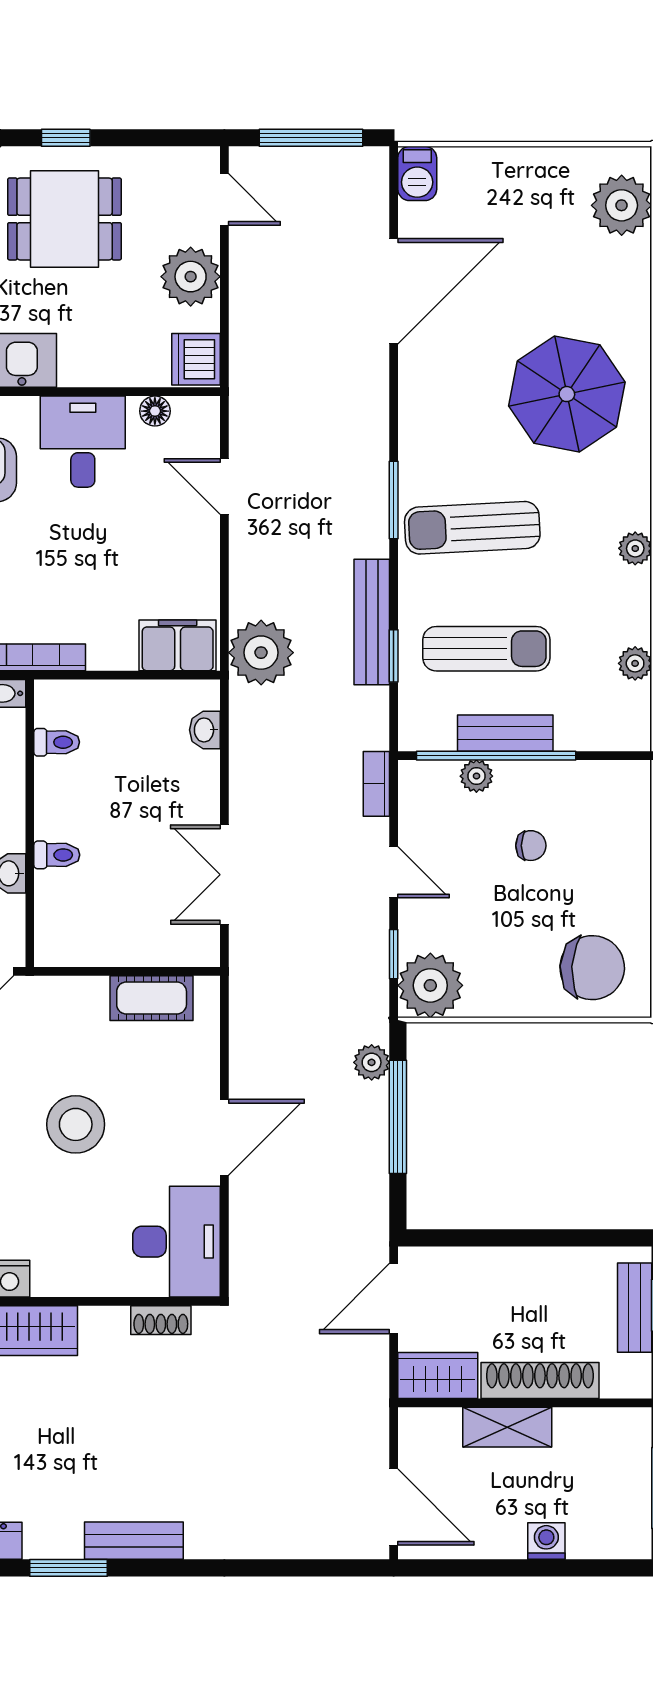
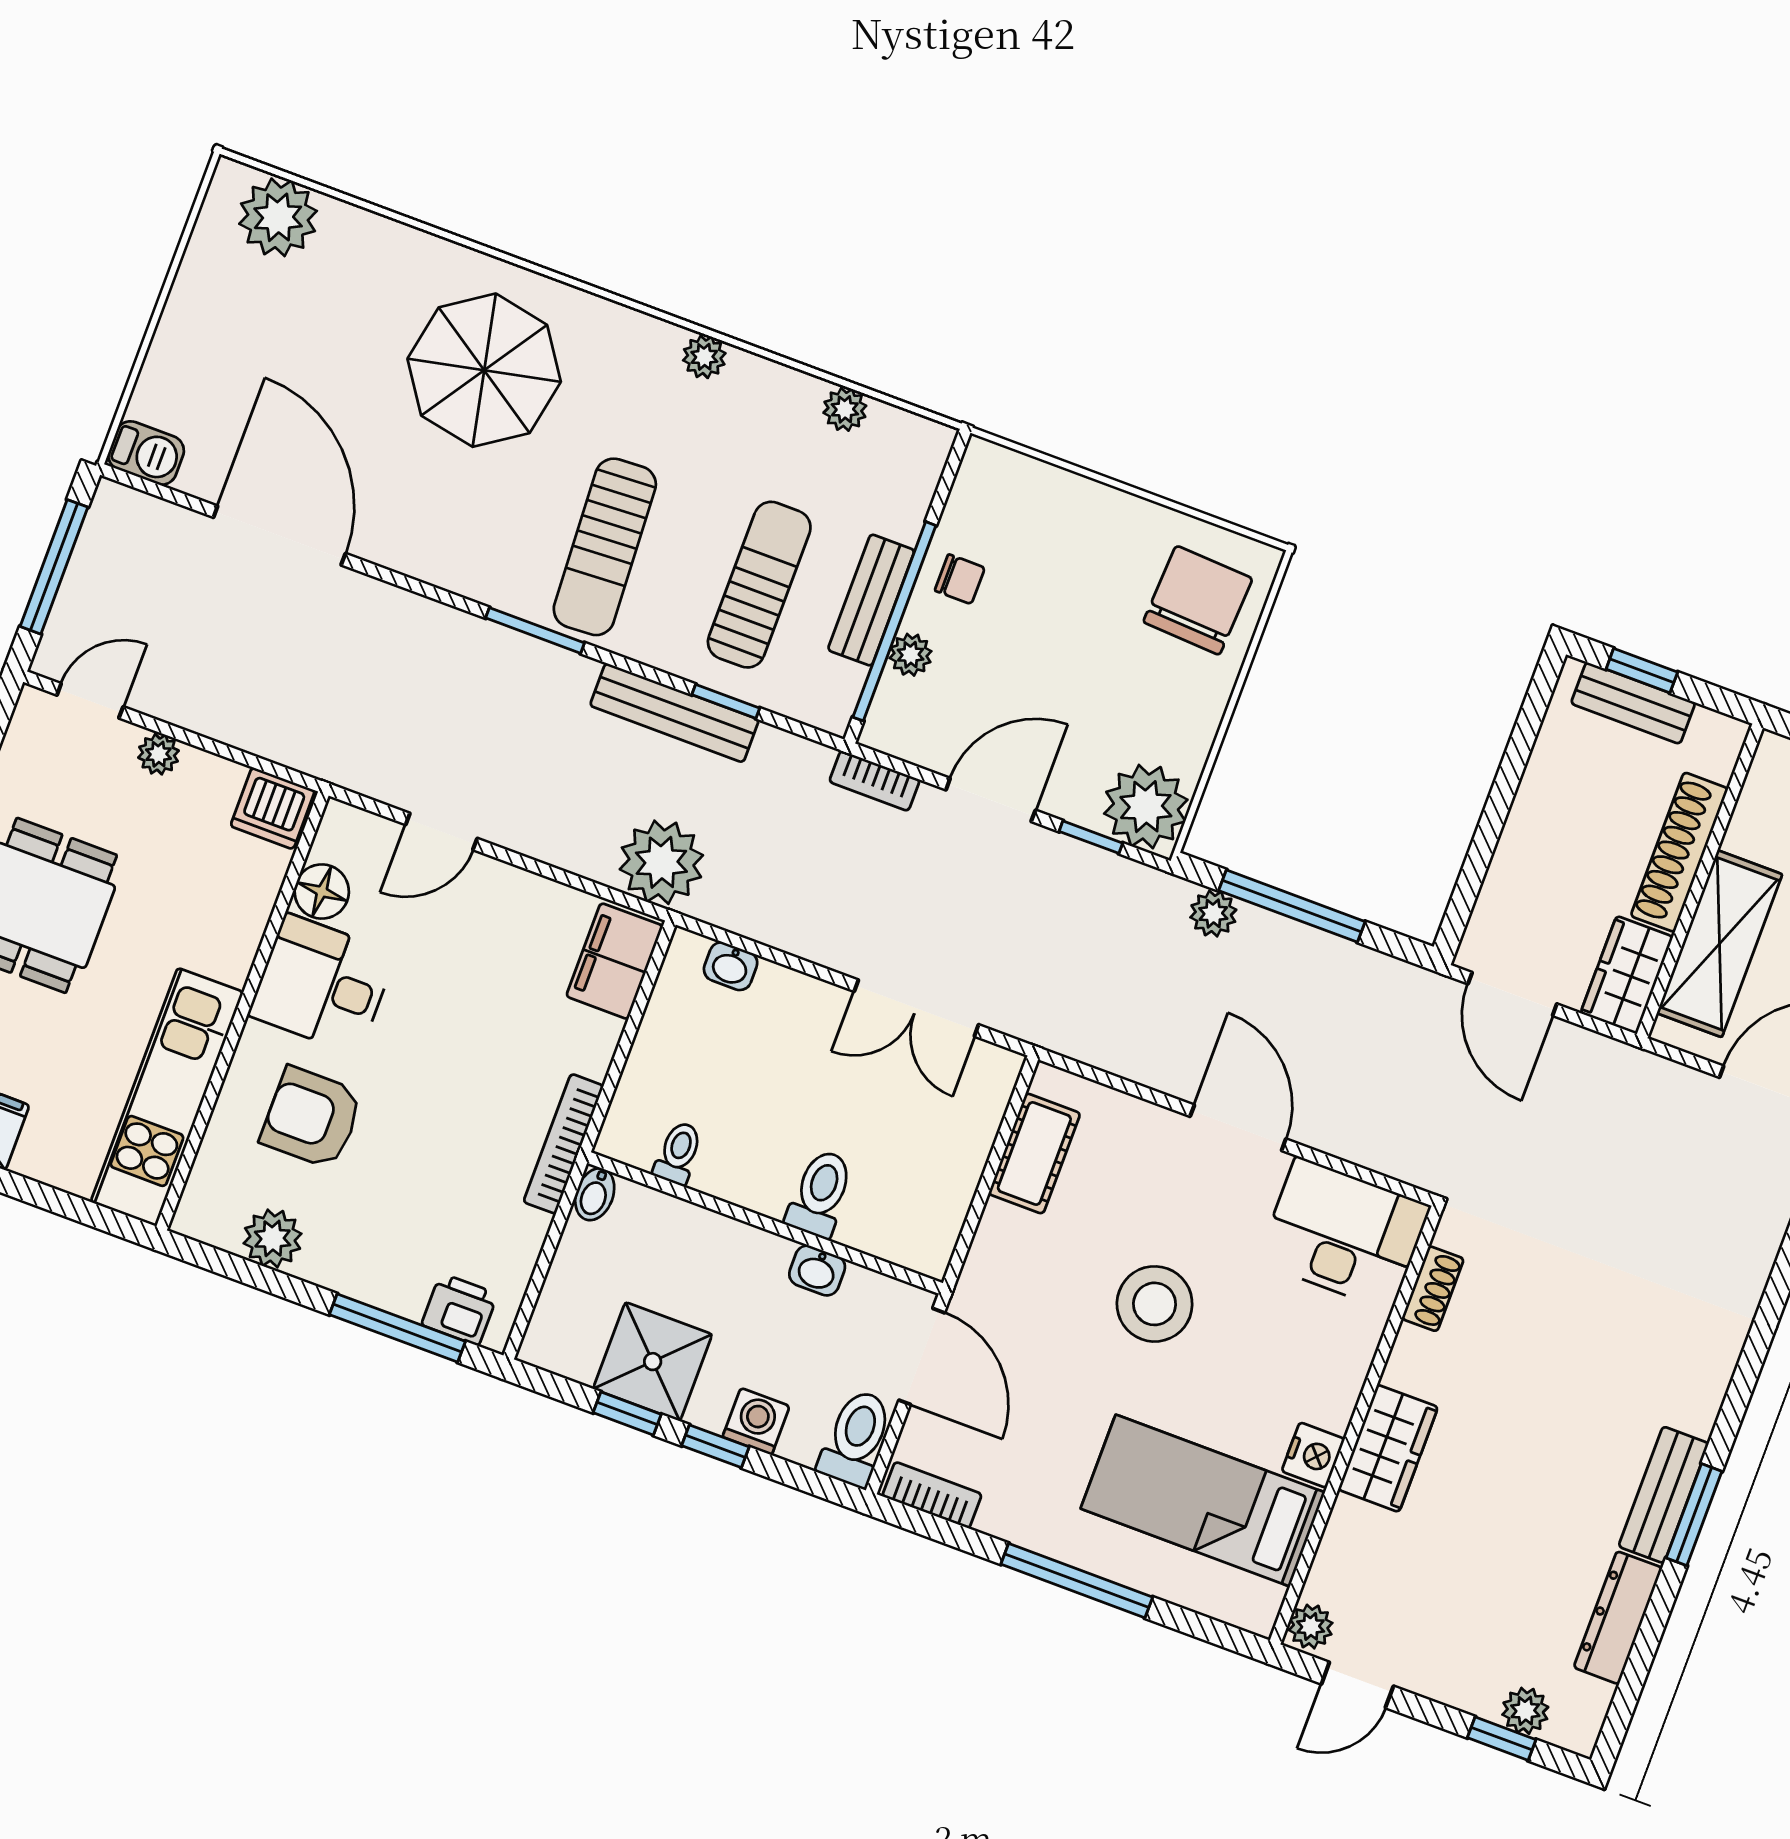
plant: (191, 277) -> (159, 754), width x0.53, depth x0.53
floor lamp: (155, 411) -> (322, 892), width x1.37, depth x1.37
chair: (531, 846) -> (960, 579), moved, turned 90
toilet: (57, 855) -> (820, 1194), width x1.37, depth x1.39
door: (394, 872) -> (991, 800), width x1.37
shelving: (507, 1427) -> (1720, 944), width x1.50, depth x1.33
bench: (134, 1541) -> (1663, 1495), moved

